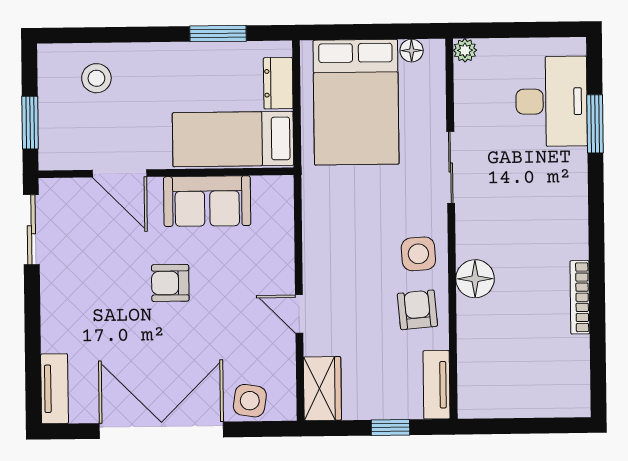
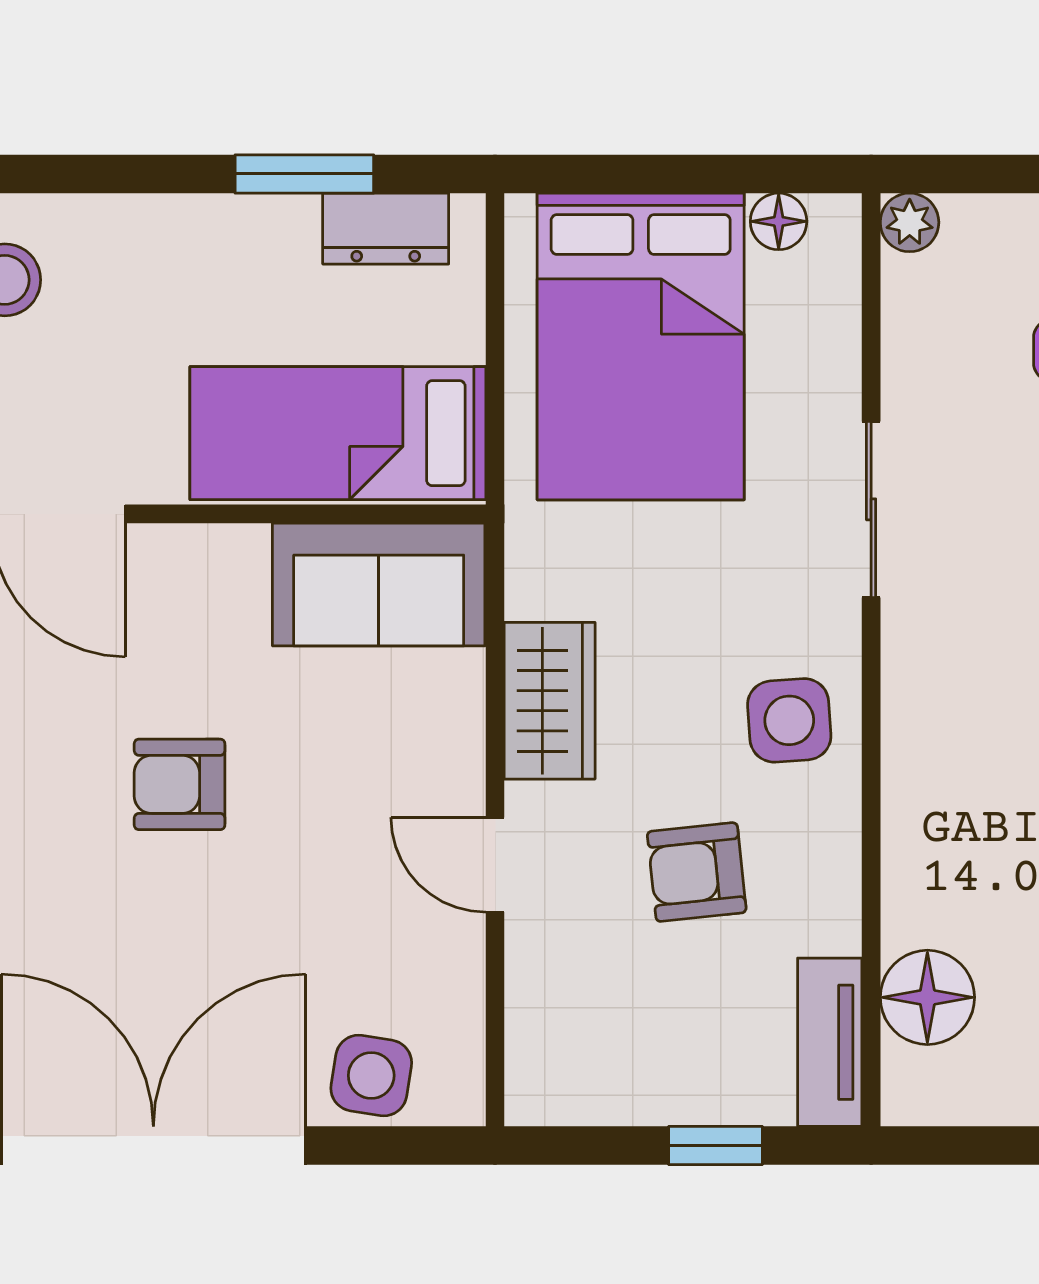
dresser: (278, 83) -> (386, 229), moved, turned -90
sofa: (207, 201) -> (379, 585), moved
floor lamp: (475, 279) -> (927, 997), moved
armchair: (417, 310) -> (697, 872), moved, turned -91
wardrobe: (322, 389) -> (550, 701), moved

